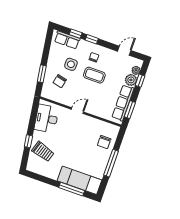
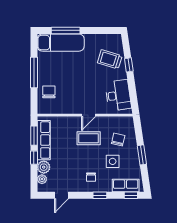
window: (76, 34) -> (131, 195), moved
window: (42, 74) -> (142, 155), moved
coffee table: (94, 75) -> (89, 138), moved
window: (140, 81) -> (34, 158), moved

